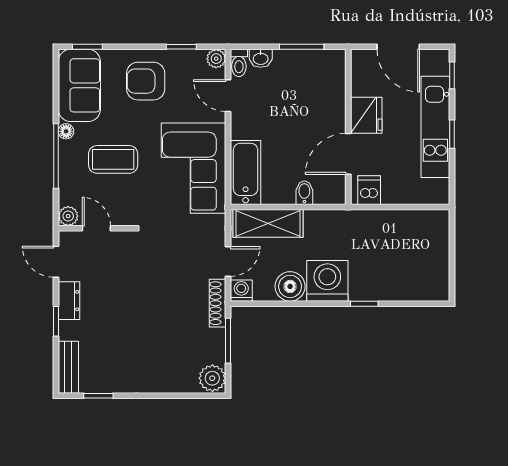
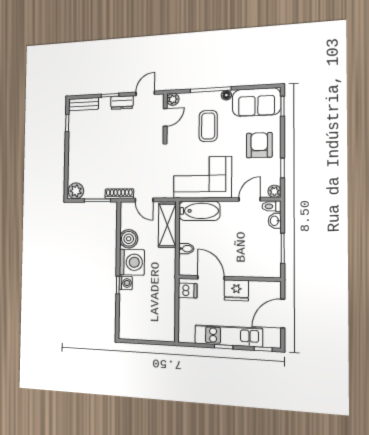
washing machine: (241, 291) -> (126, 283), moved

